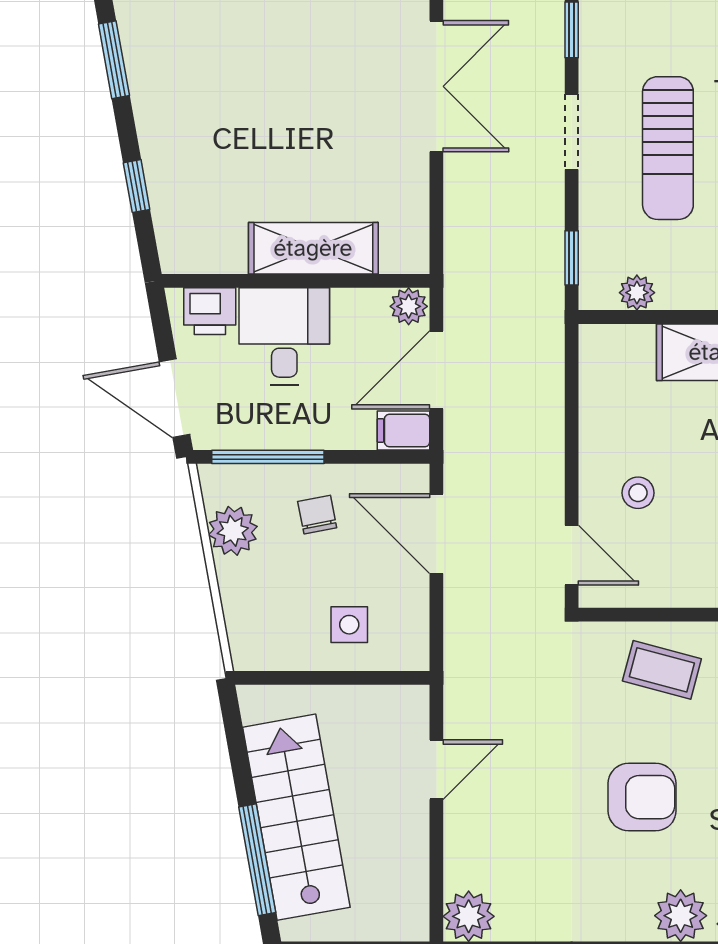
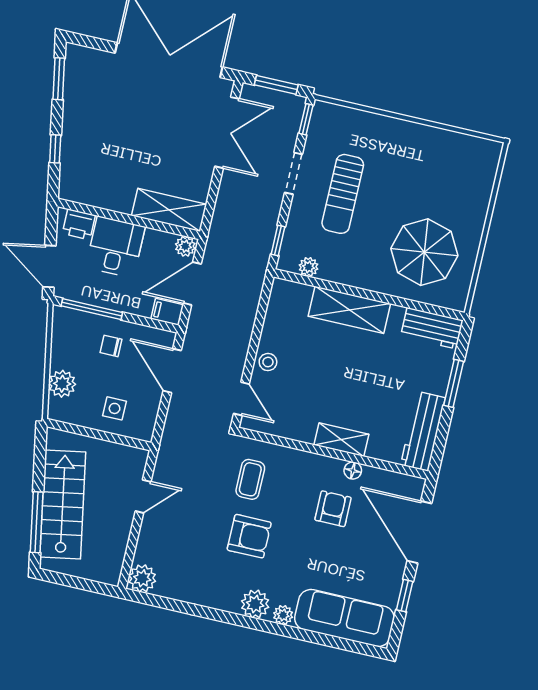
shelving: (313, 248) -> (169, 210), moved
stool: (638, 493) -> (268, 362), moved
chair: (317, 515) -> (111, 346), turned -79
plant: (233, 531) -> (62, 384), moved
coffee table: (662, 670) -> (250, 479), moved, turned 75

